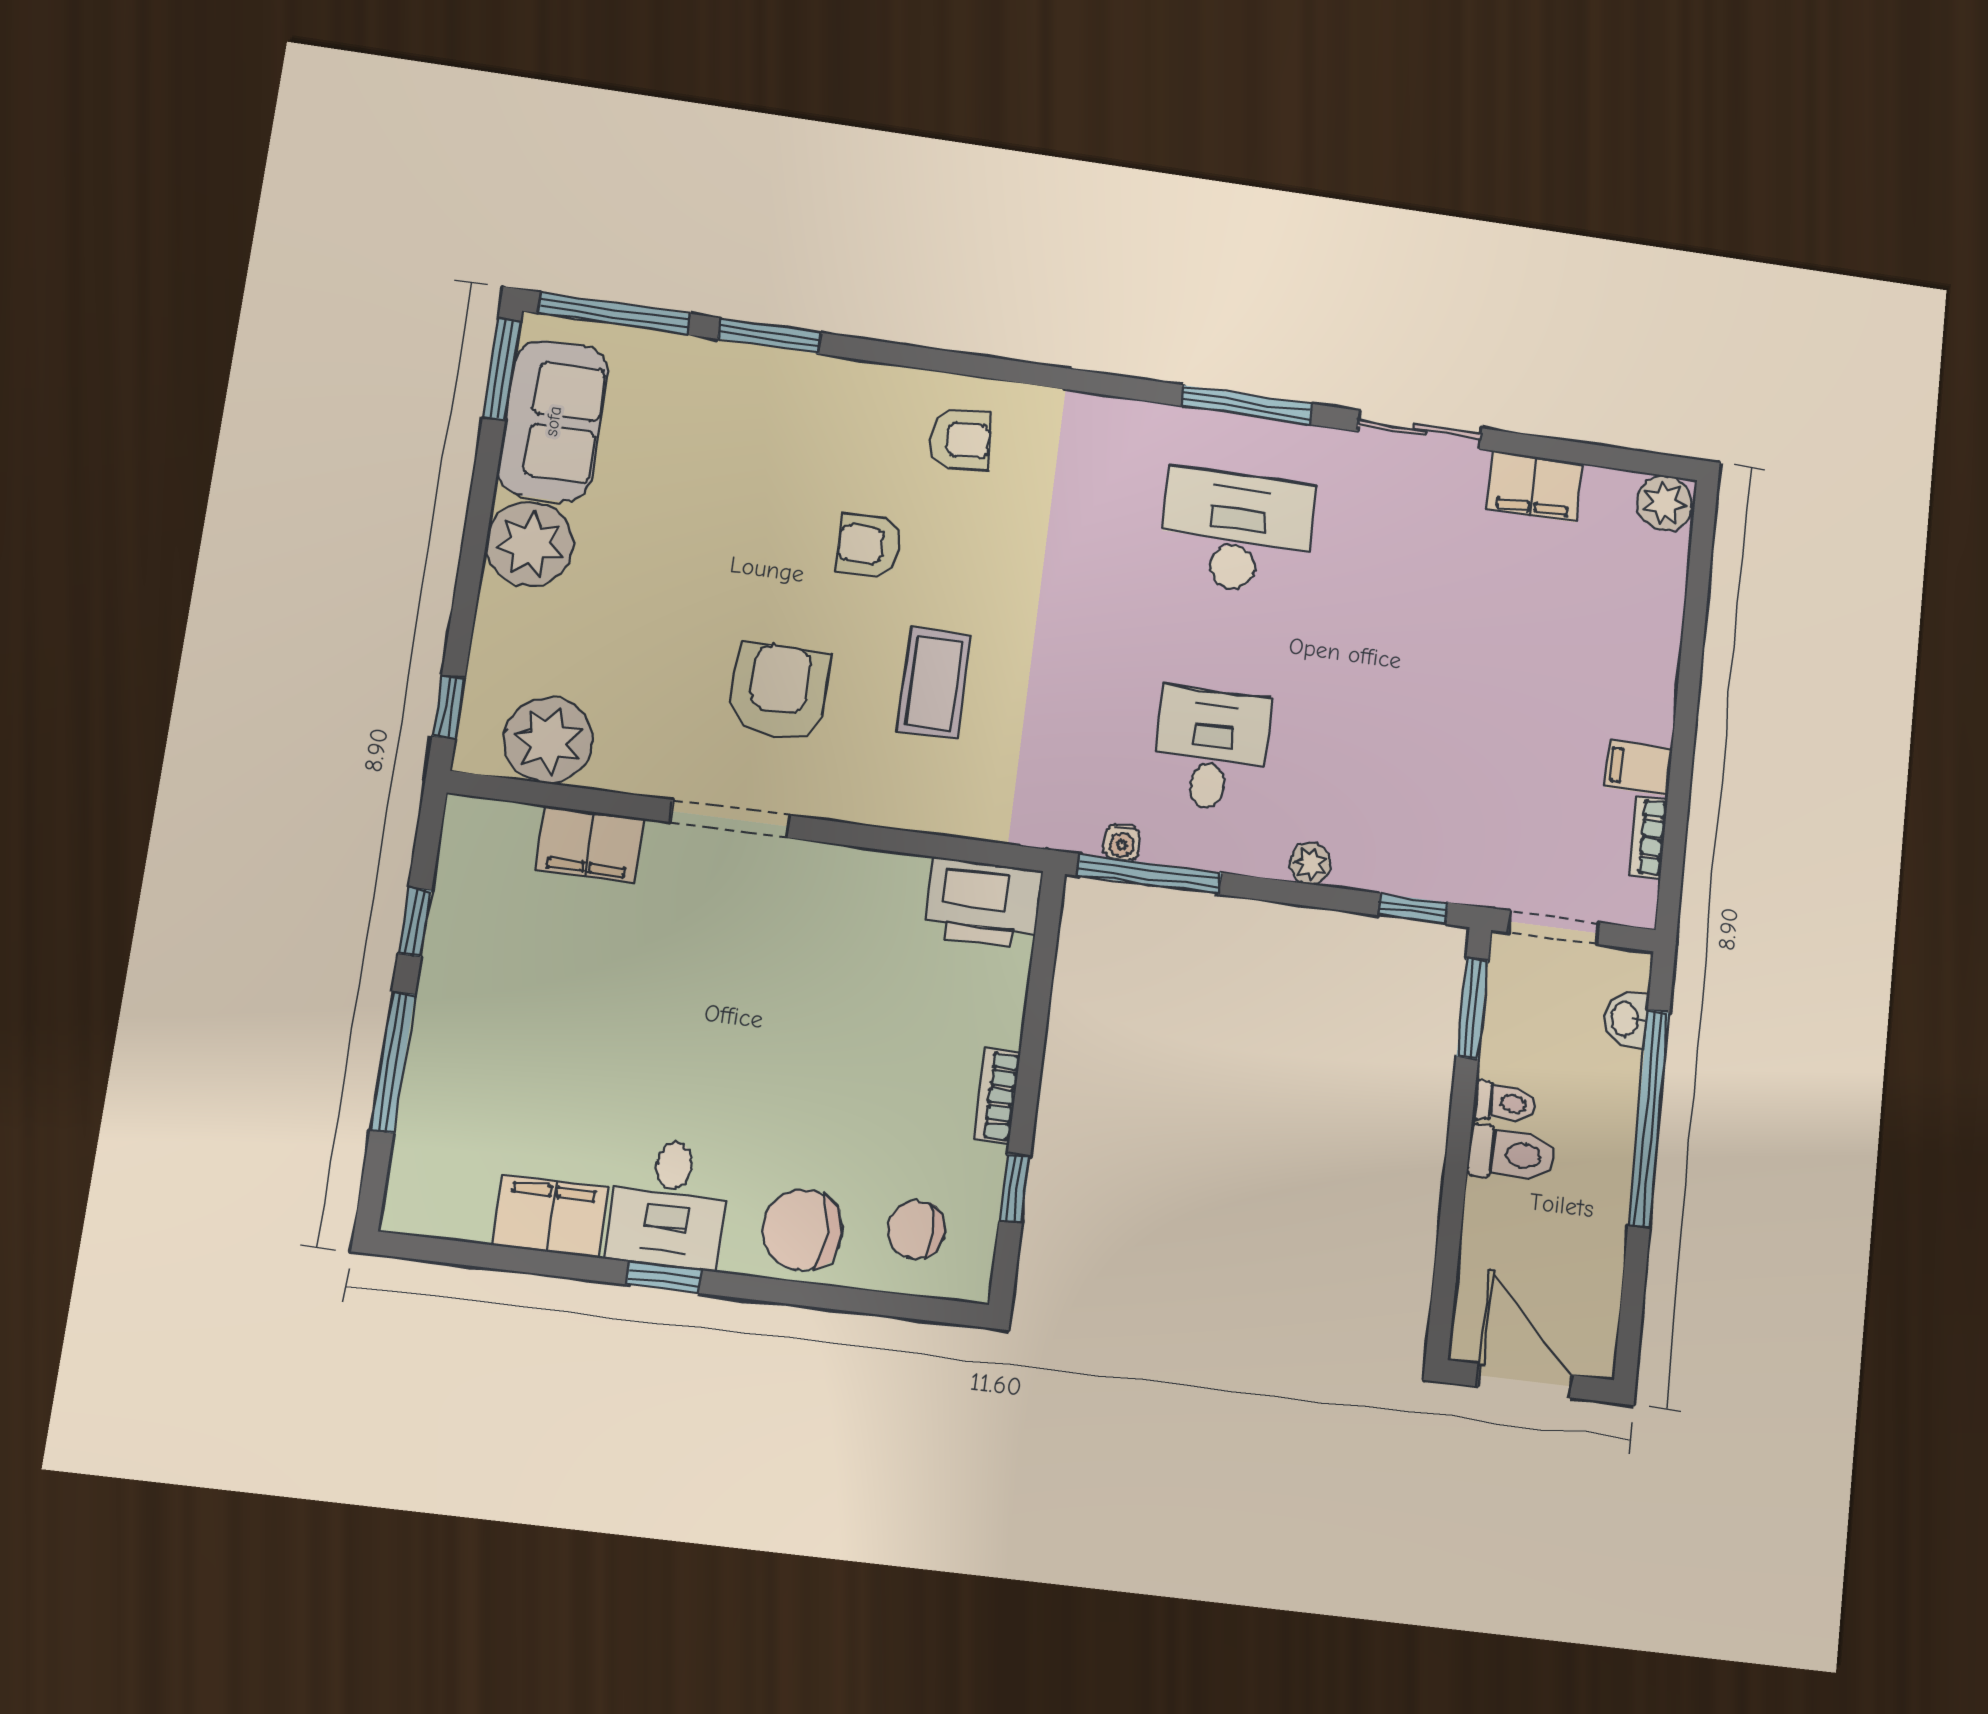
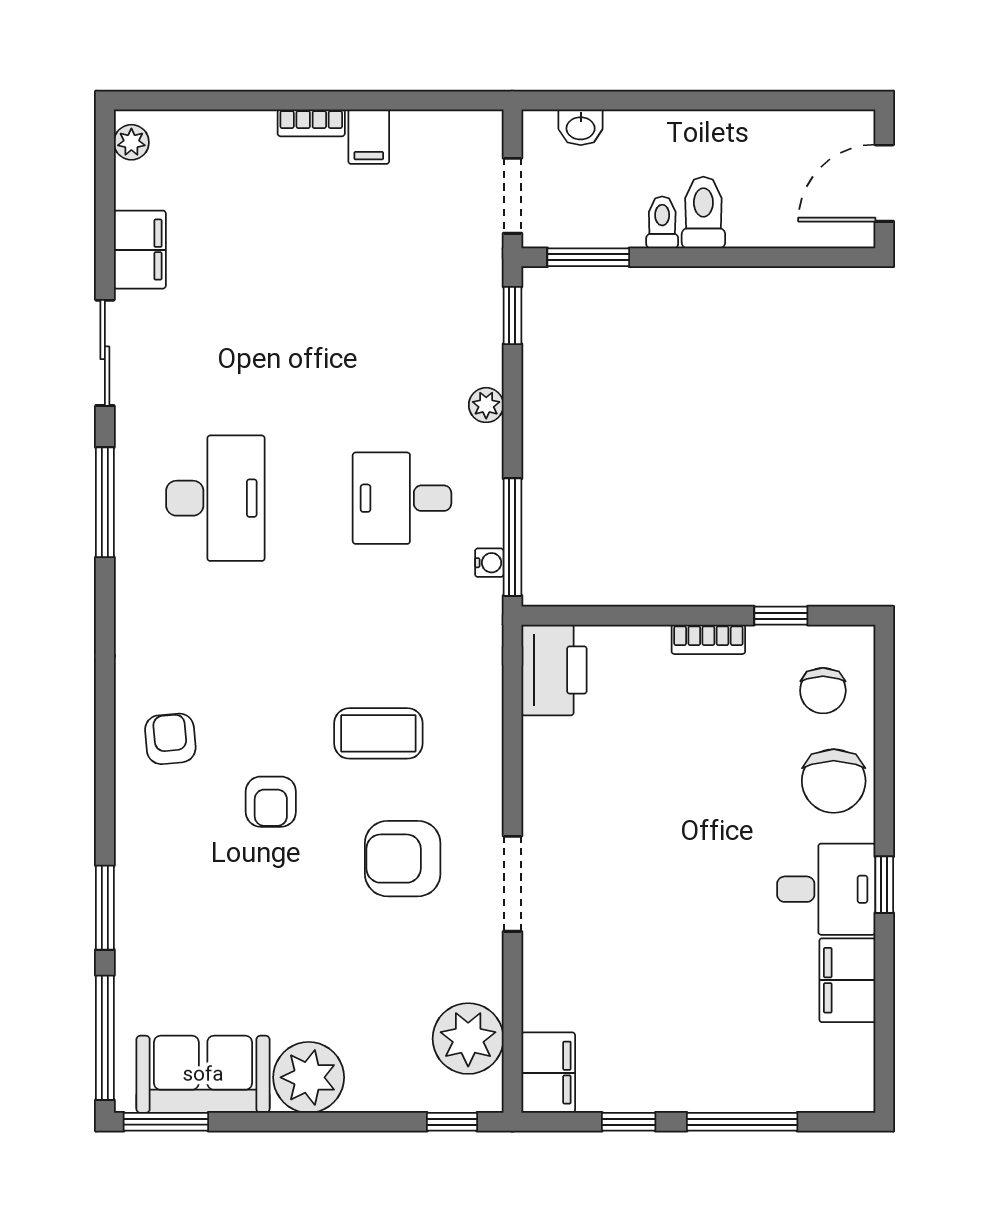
plant: (1665, 503) -> (131, 142), width x0.73, depth x0.73
desk: (1237, 532) -> (215, 498), turned 180
bookcase: (1648, 837) -> (311, 123), moved
filing cabinet: (589, 844) -> (548, 1073), moved
window: (1649, 1118) -> (660, 100), removed

